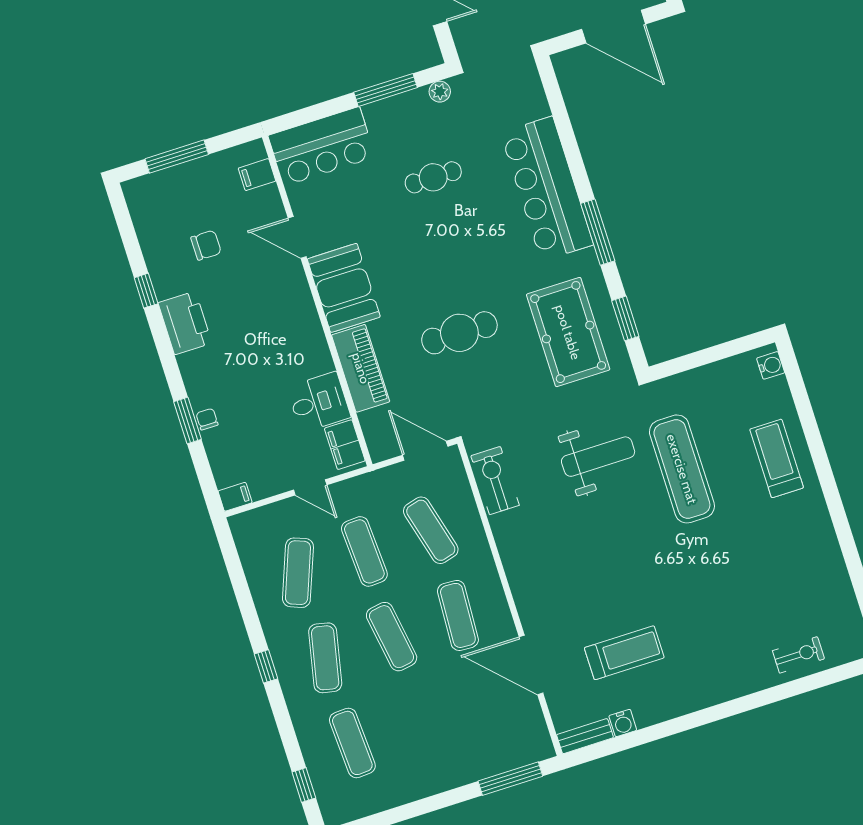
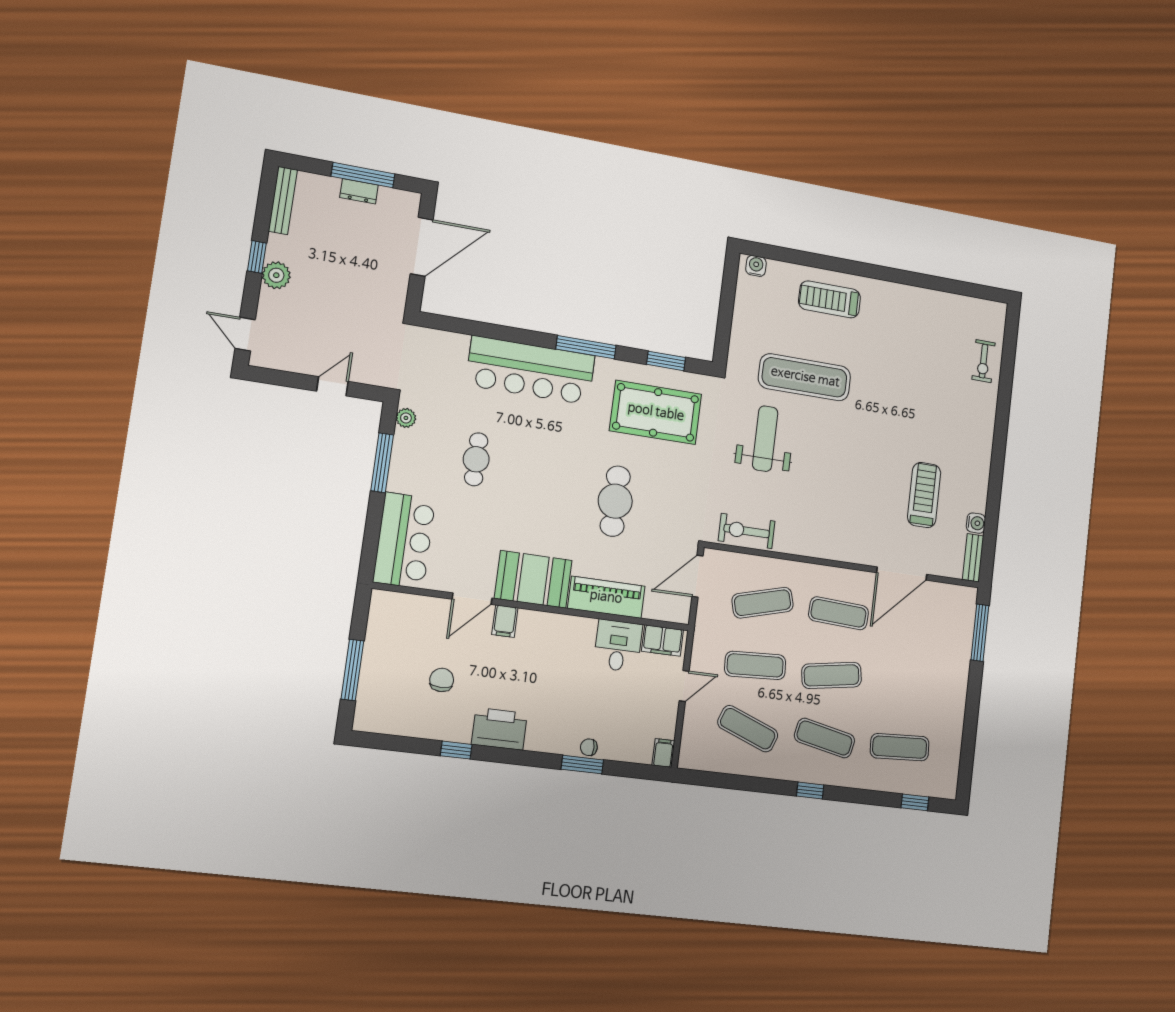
filing cabinet: (257, 175) -> (505, 621), moved
exercise bike: (798, 655) -> (984, 361), turned 180

